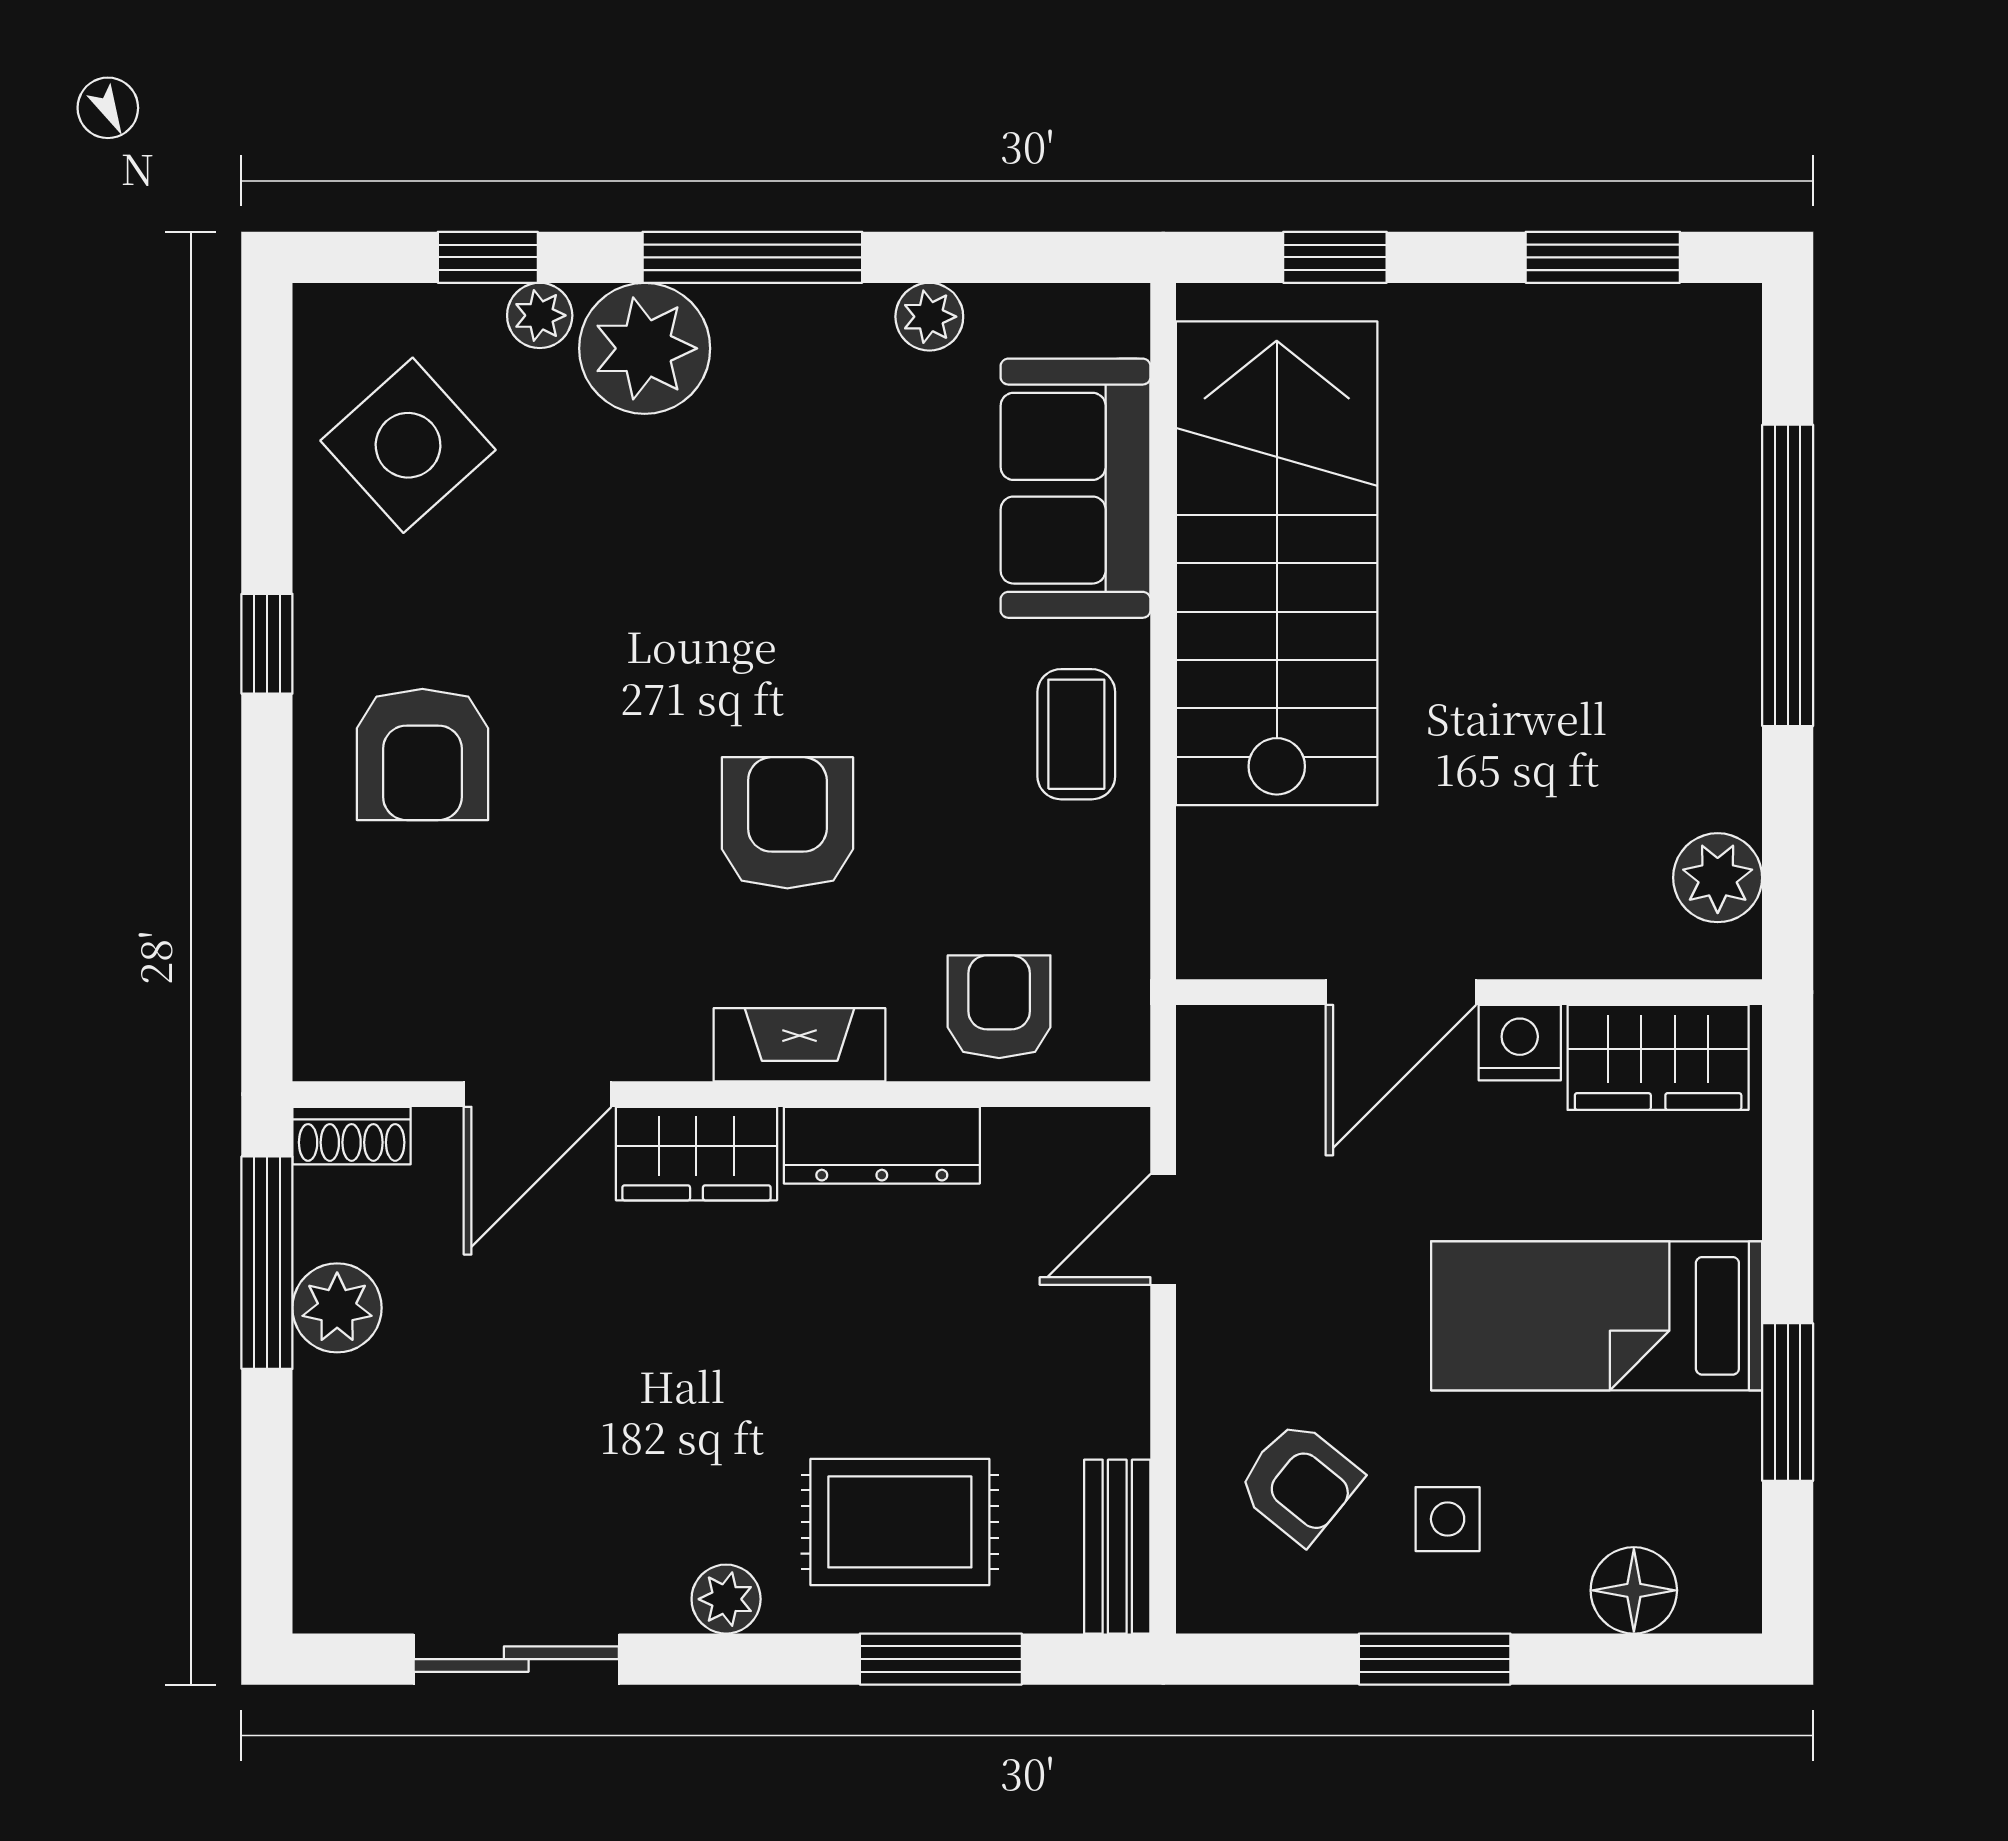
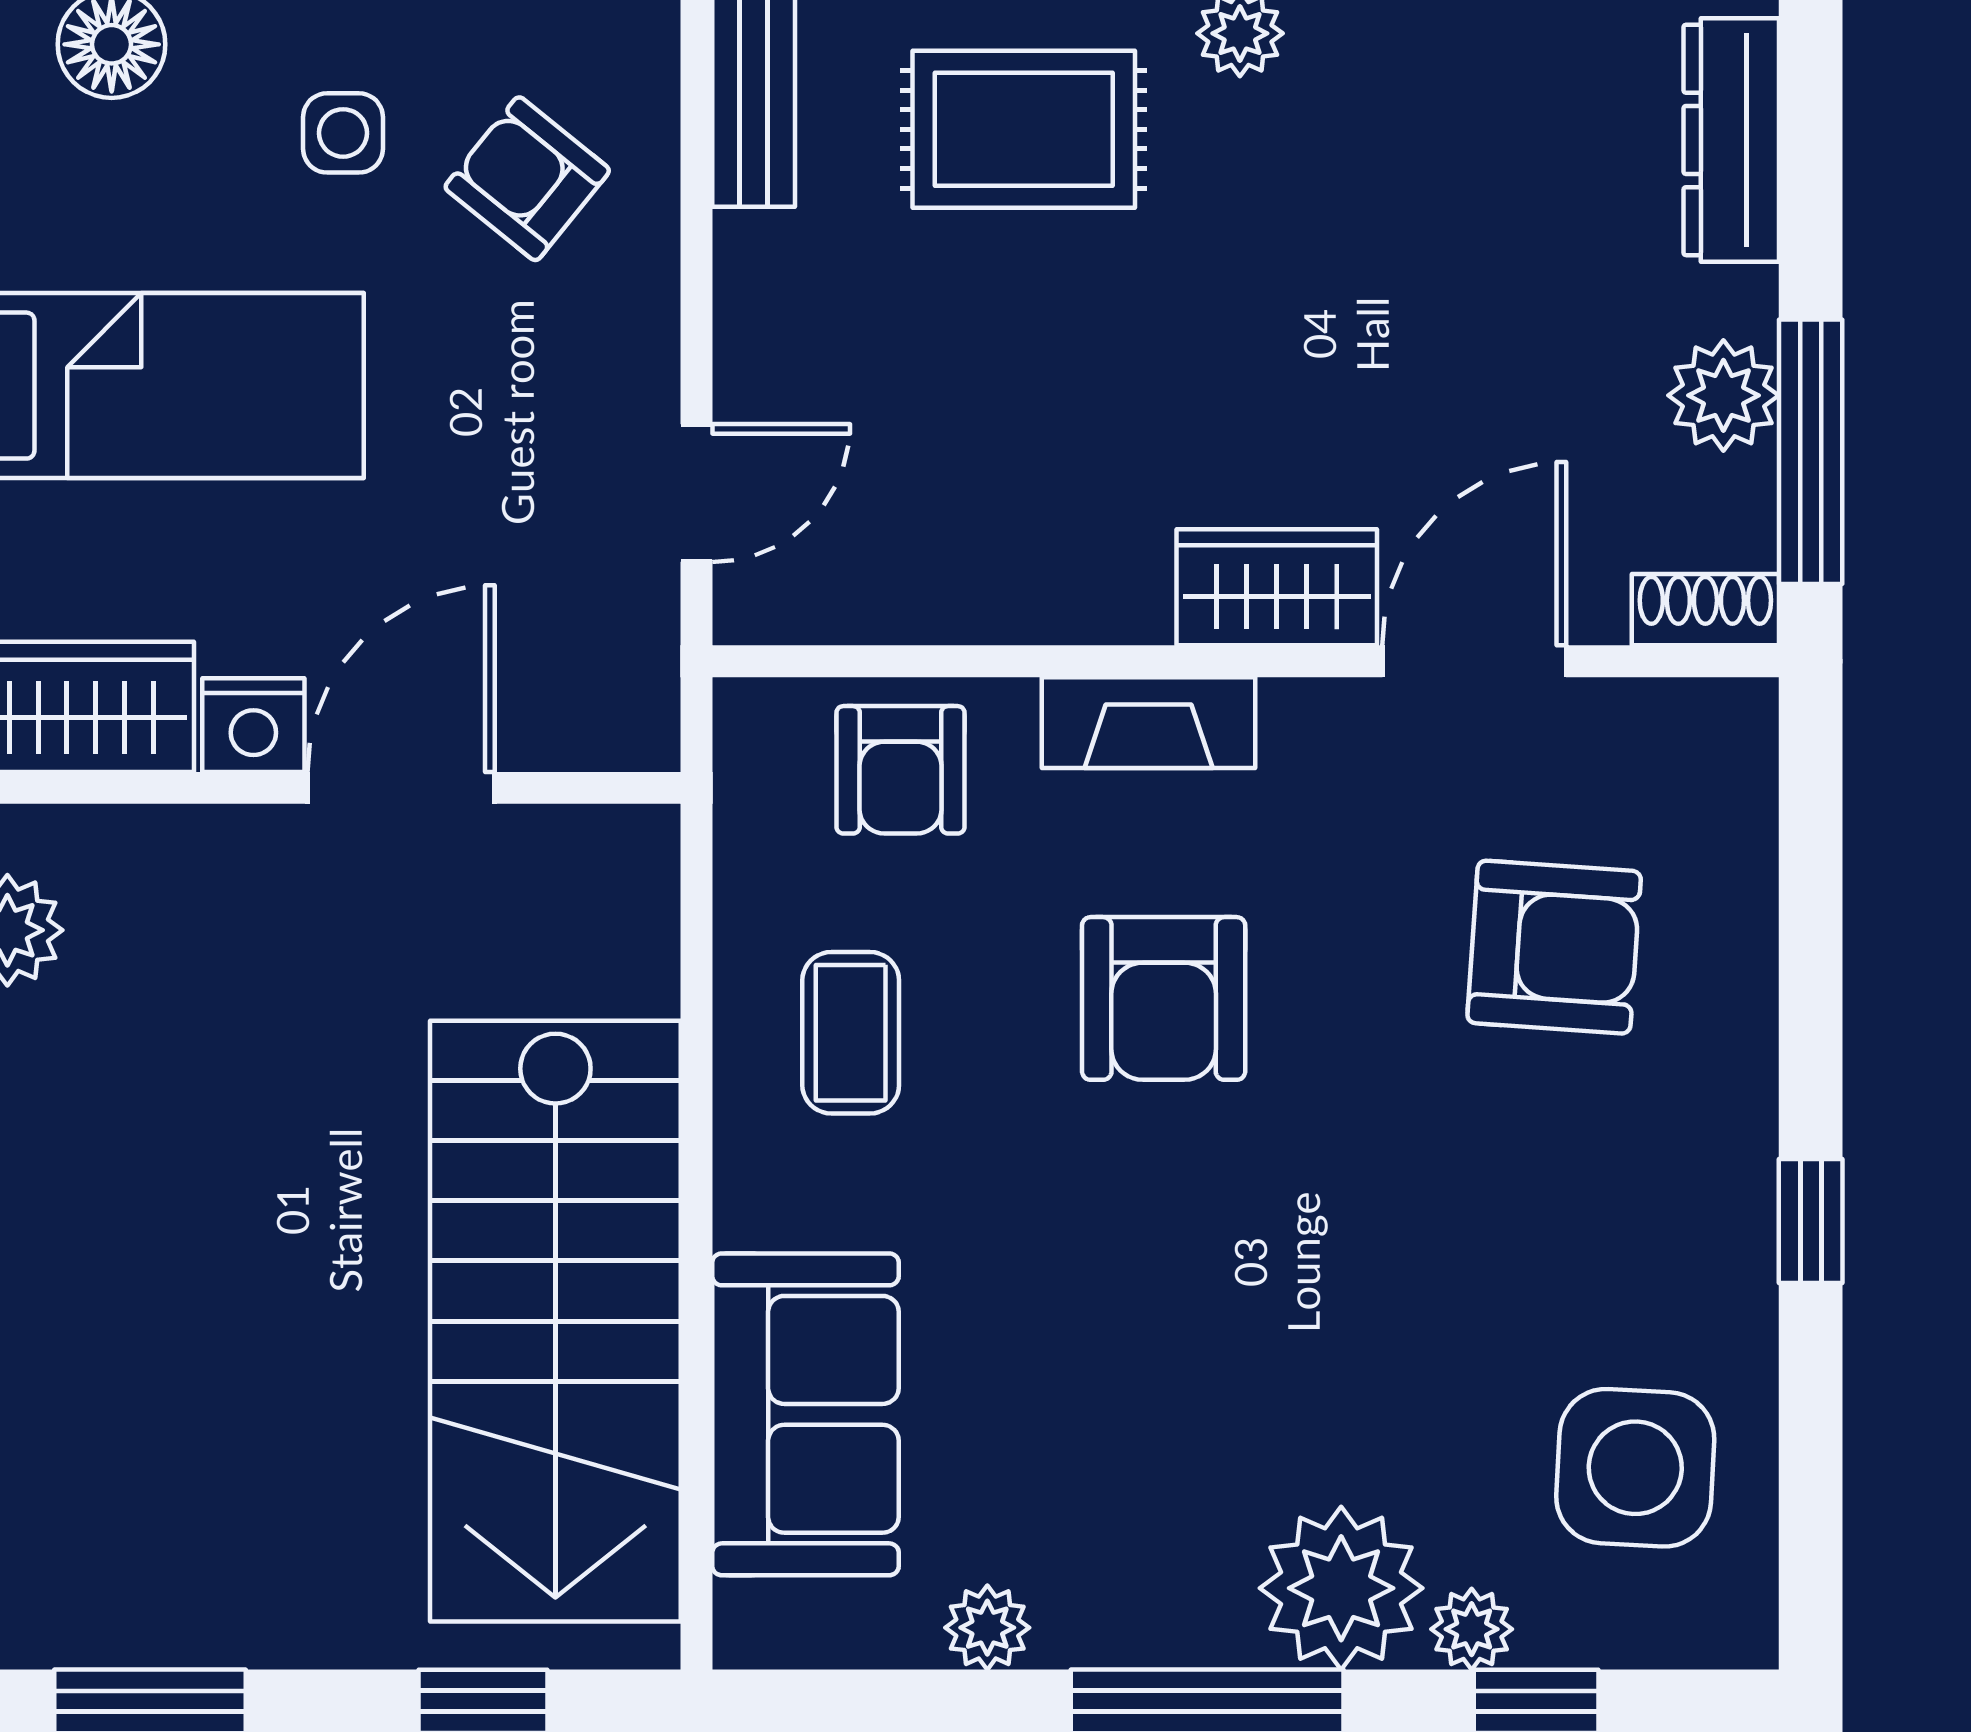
side table: (408, 445) -> (1635, 1468), turned 45
coffee table: (1076, 734) -> (851, 1033), moved
armchair: (422, 754) -> (1554, 947), moved, turned 94
dresser: (882, 1145) -> (1731, 140), moved, turned -90

